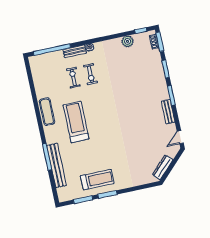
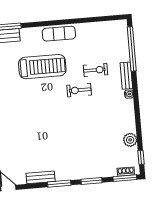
exercise bike: (90, 74) -> (79, 90), moved

